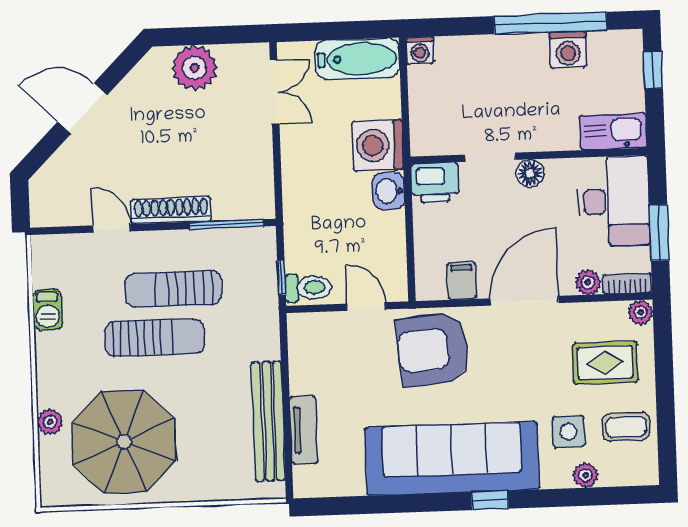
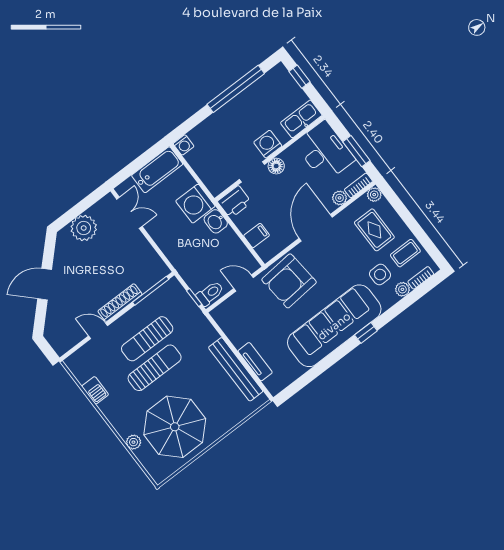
washing machine: (568, 49) -> (268, 144), moved, turned 180
filing cabinet: (462, 281) -> (257, 235), moved, turned 90
rug: (605, 363) -> (374, 230), turned 90
bookcase: (623, 477) -> (421, 278), added

